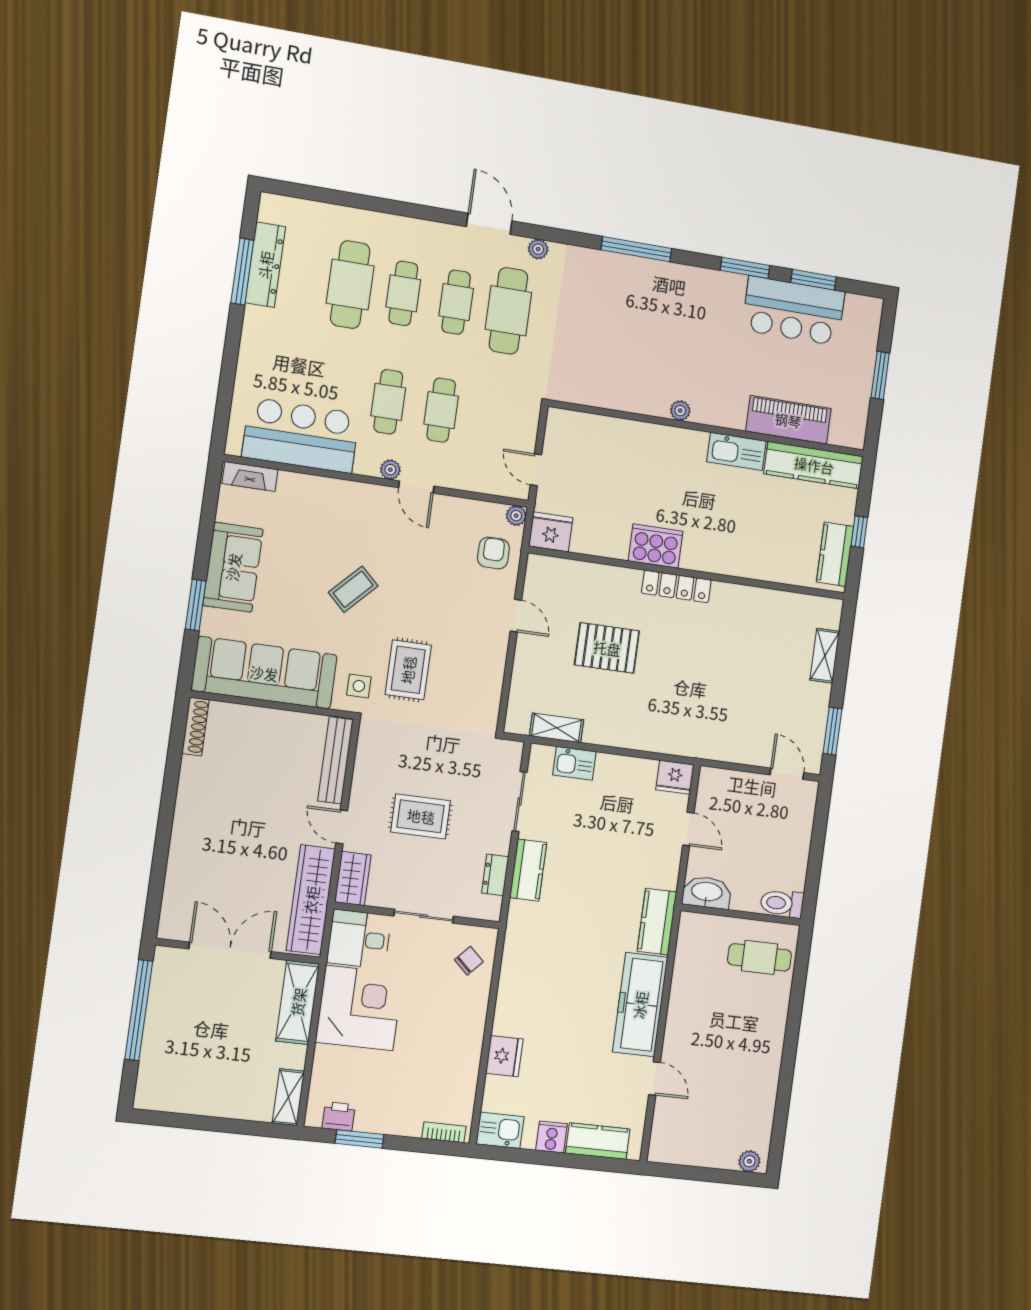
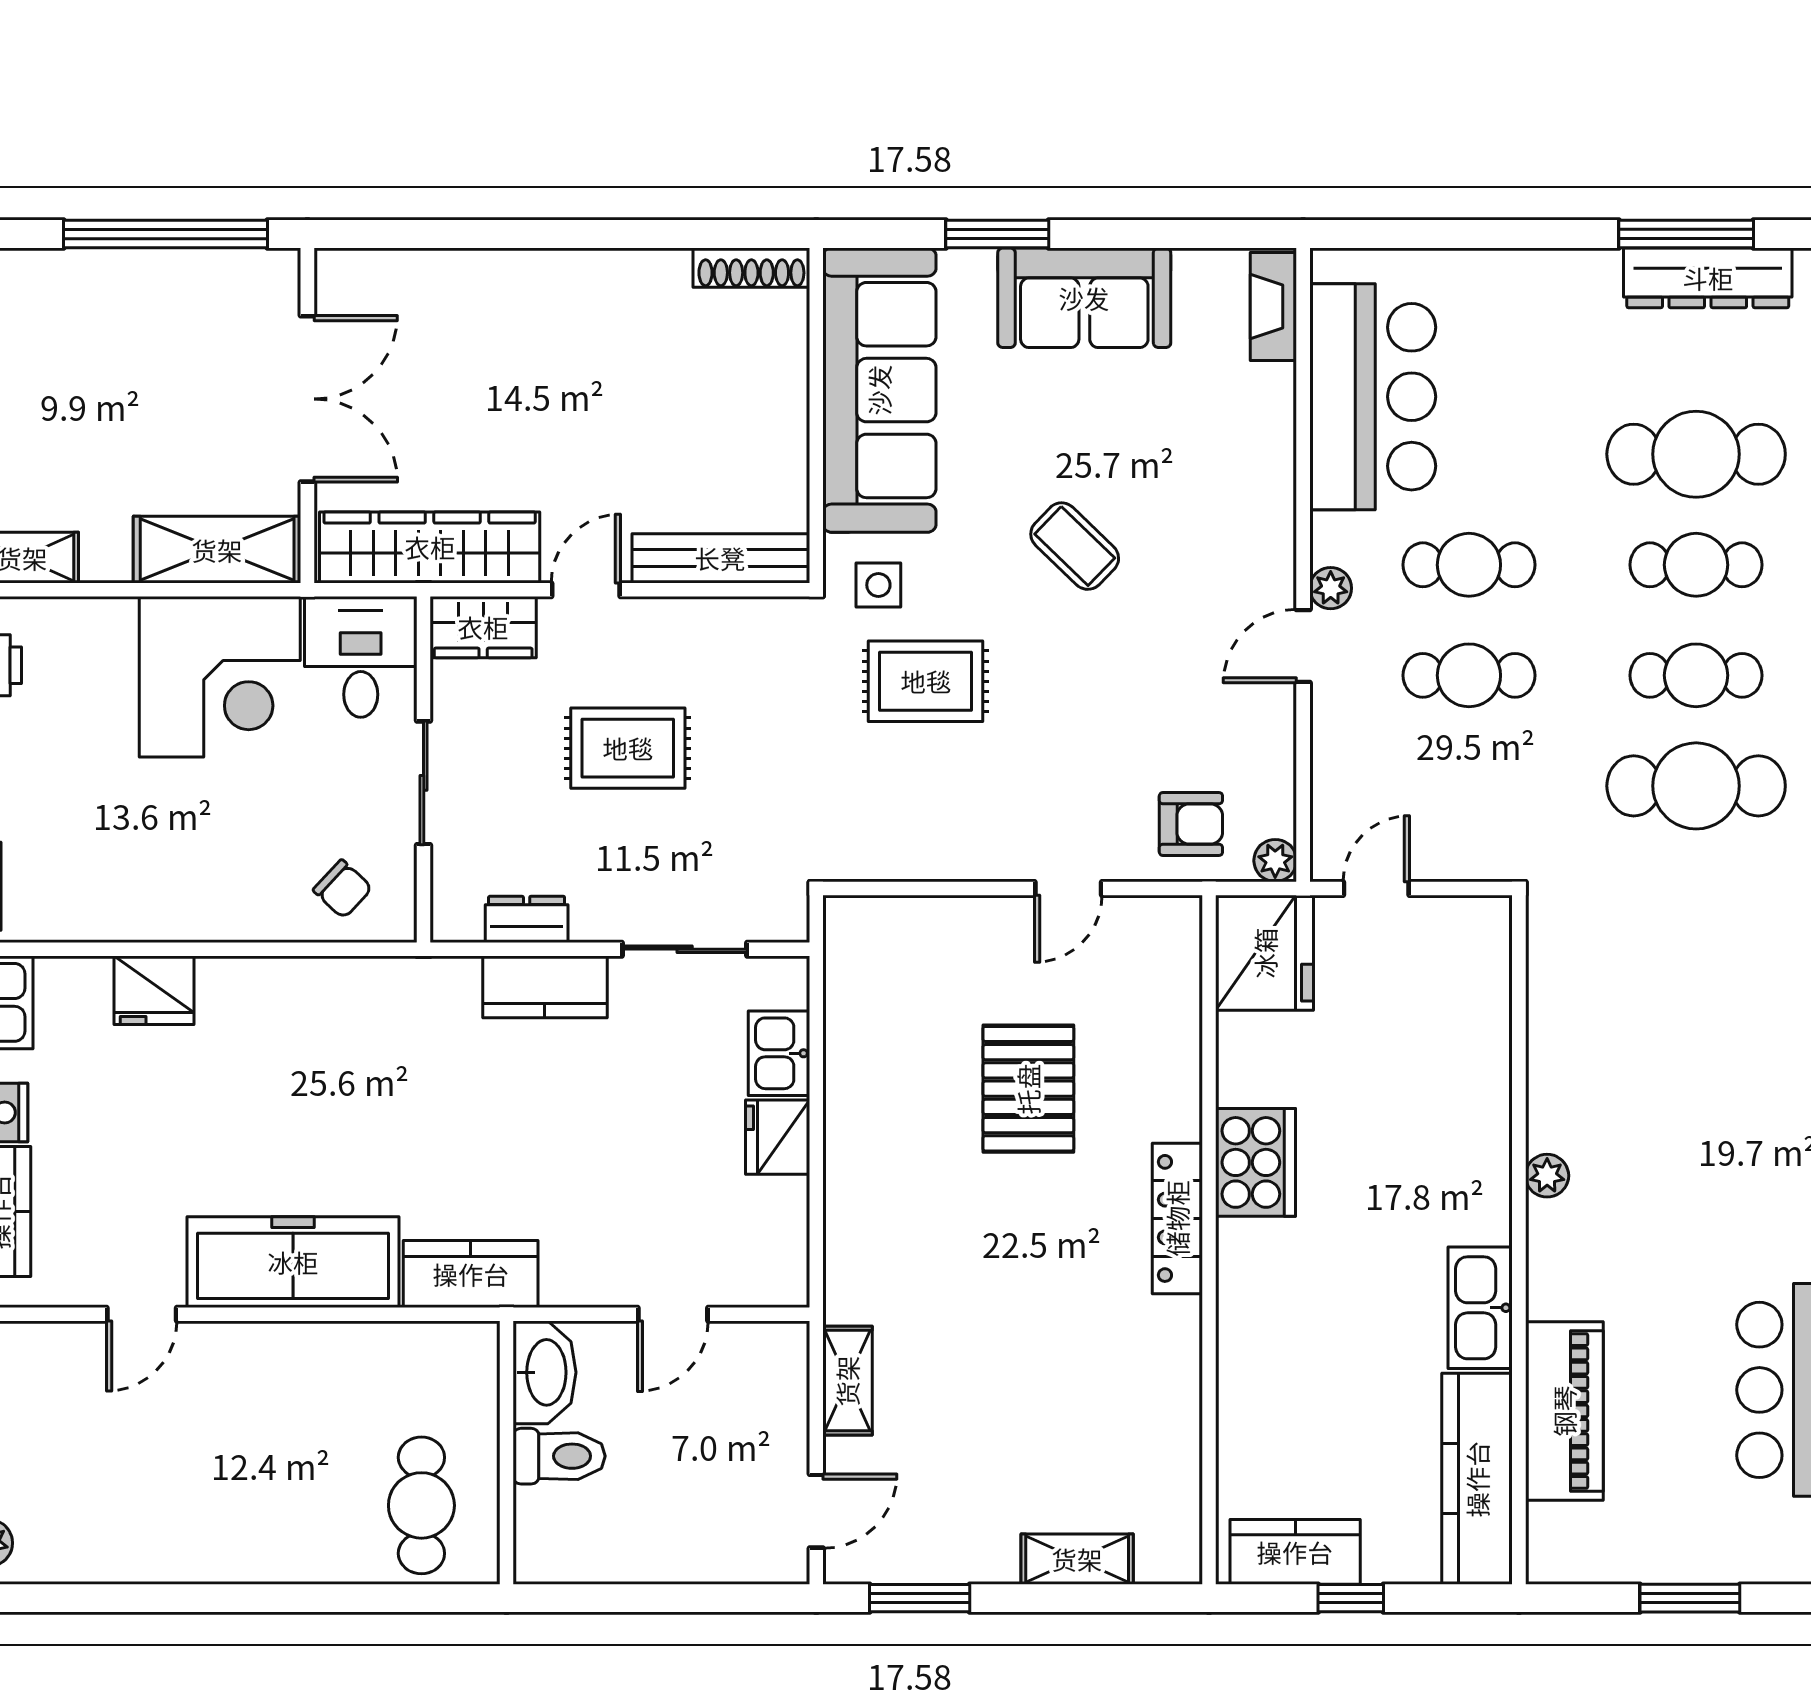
fridge: (551, 532) -> (1265, 953), width x1.36, depth x1.34
shelving: (557, 728) -> (847, 1381), moved
fridge: (675, 777) -> (778, 1137), moved
rug: (421, 816) -> (628, 748), turned 90
toilet: (782, 903) -> (559, 1456), moved, turned 90

